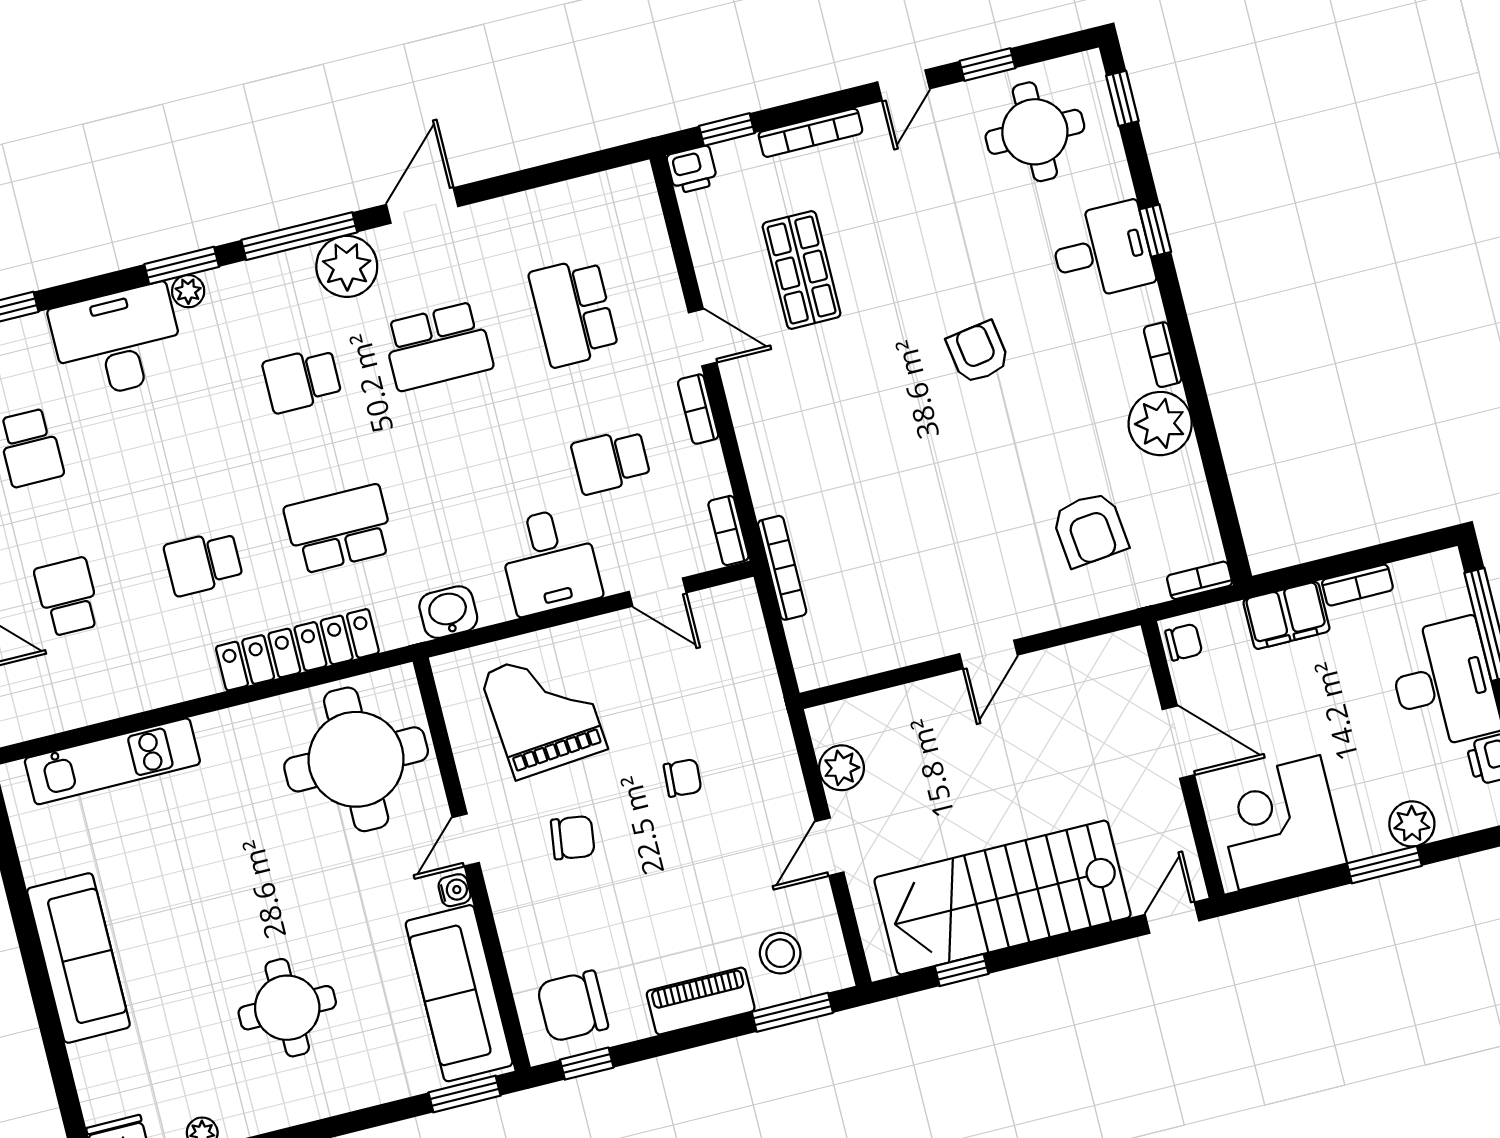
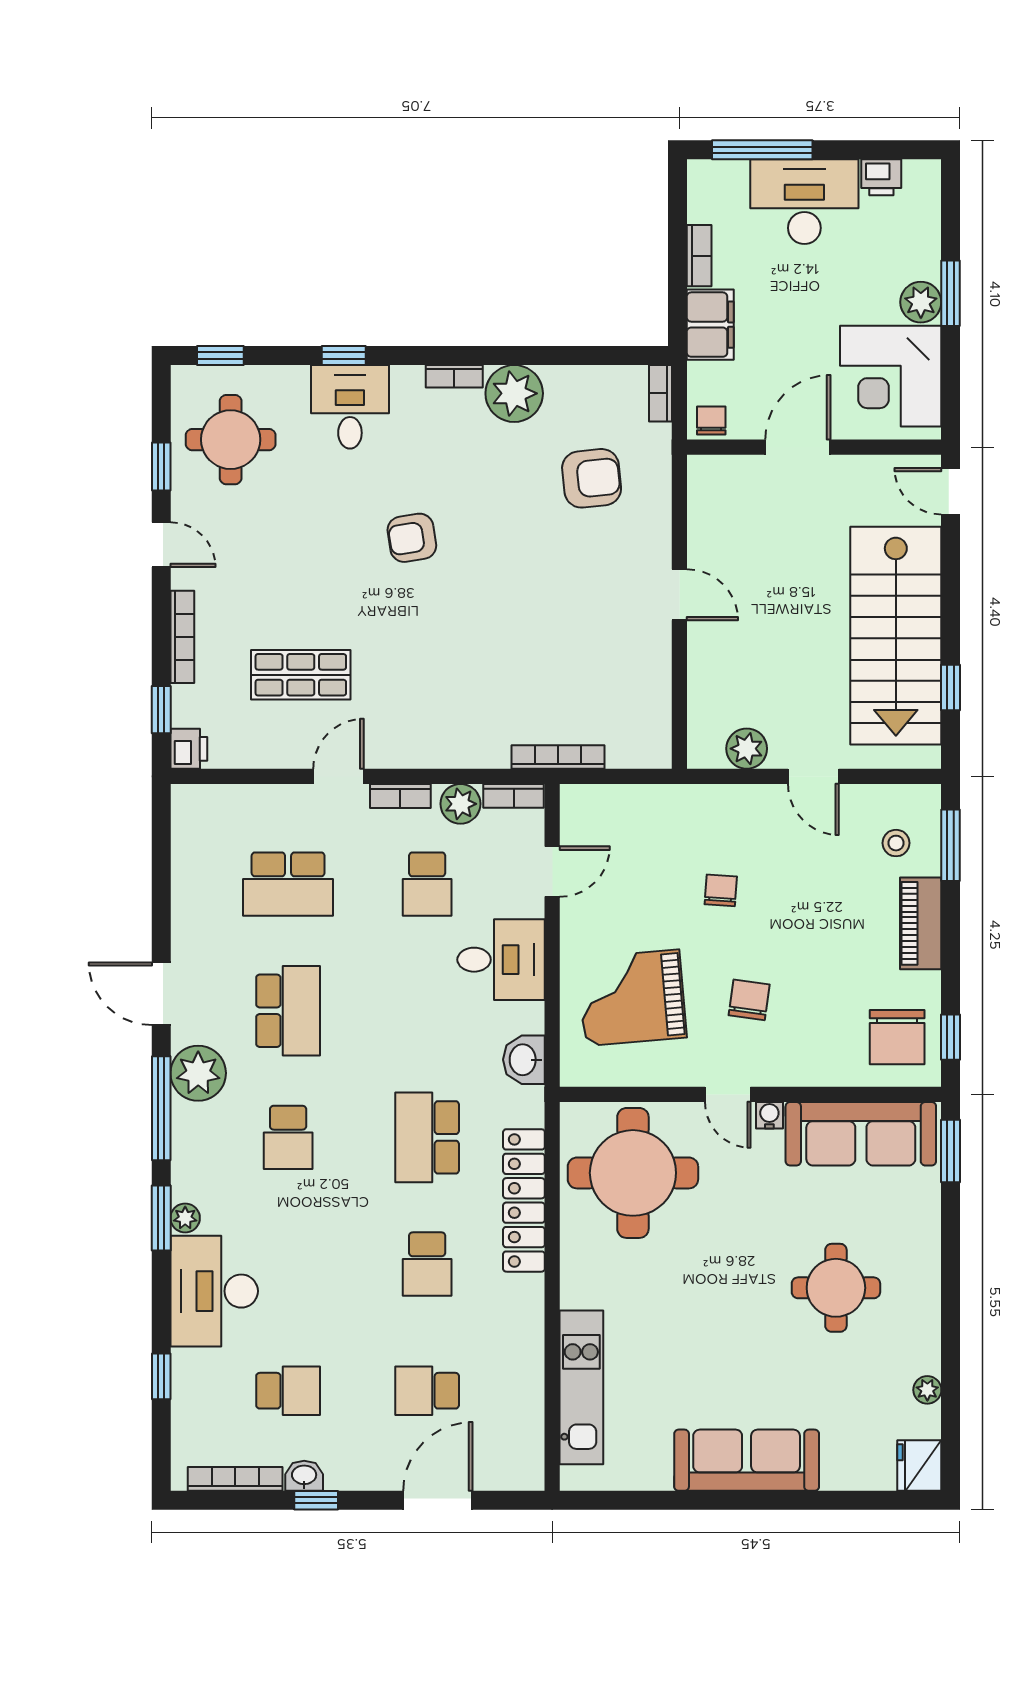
plant: (706, 476) -> (460, 804), added
plant: (1412, 824) -> (921, 302), moved
stool: (780, 953) -> (896, 843), width x0.73, depth x0.73

